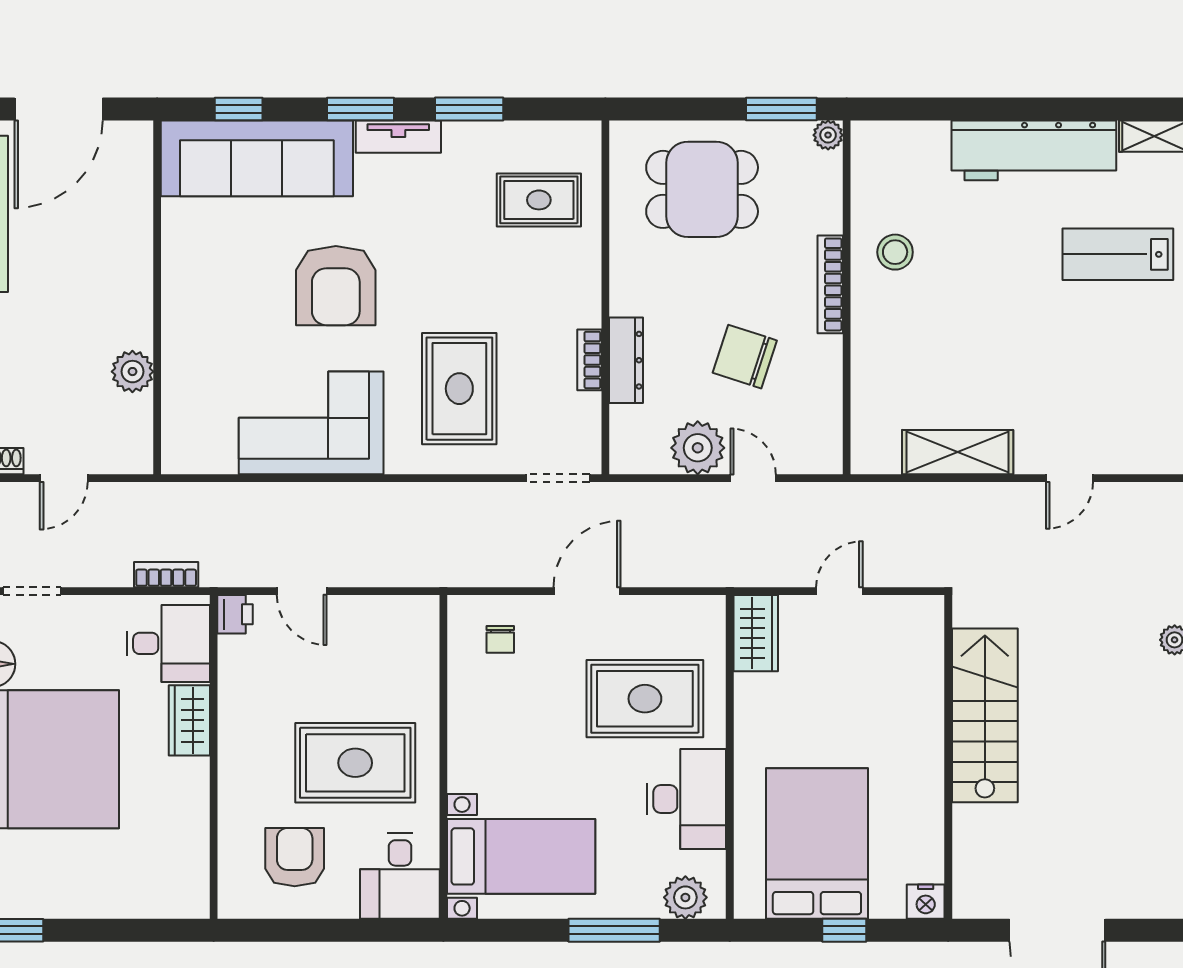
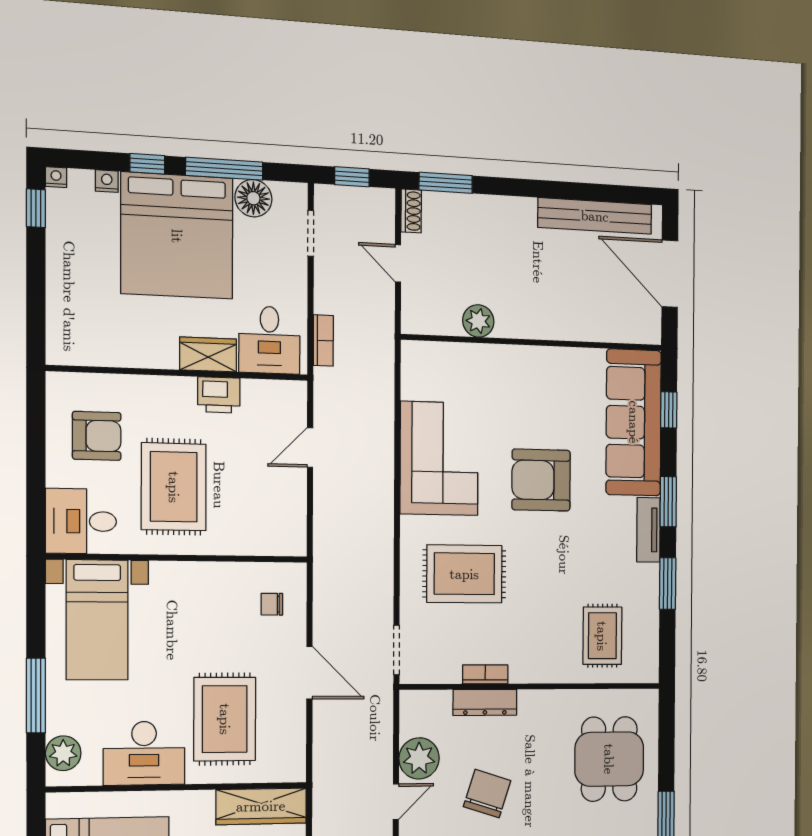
printer: (235, 614) -> (219, 395), moved, width x1.36, depth x1.24
wardrobe: (756, 633) -> (261, 806), width x1.50

